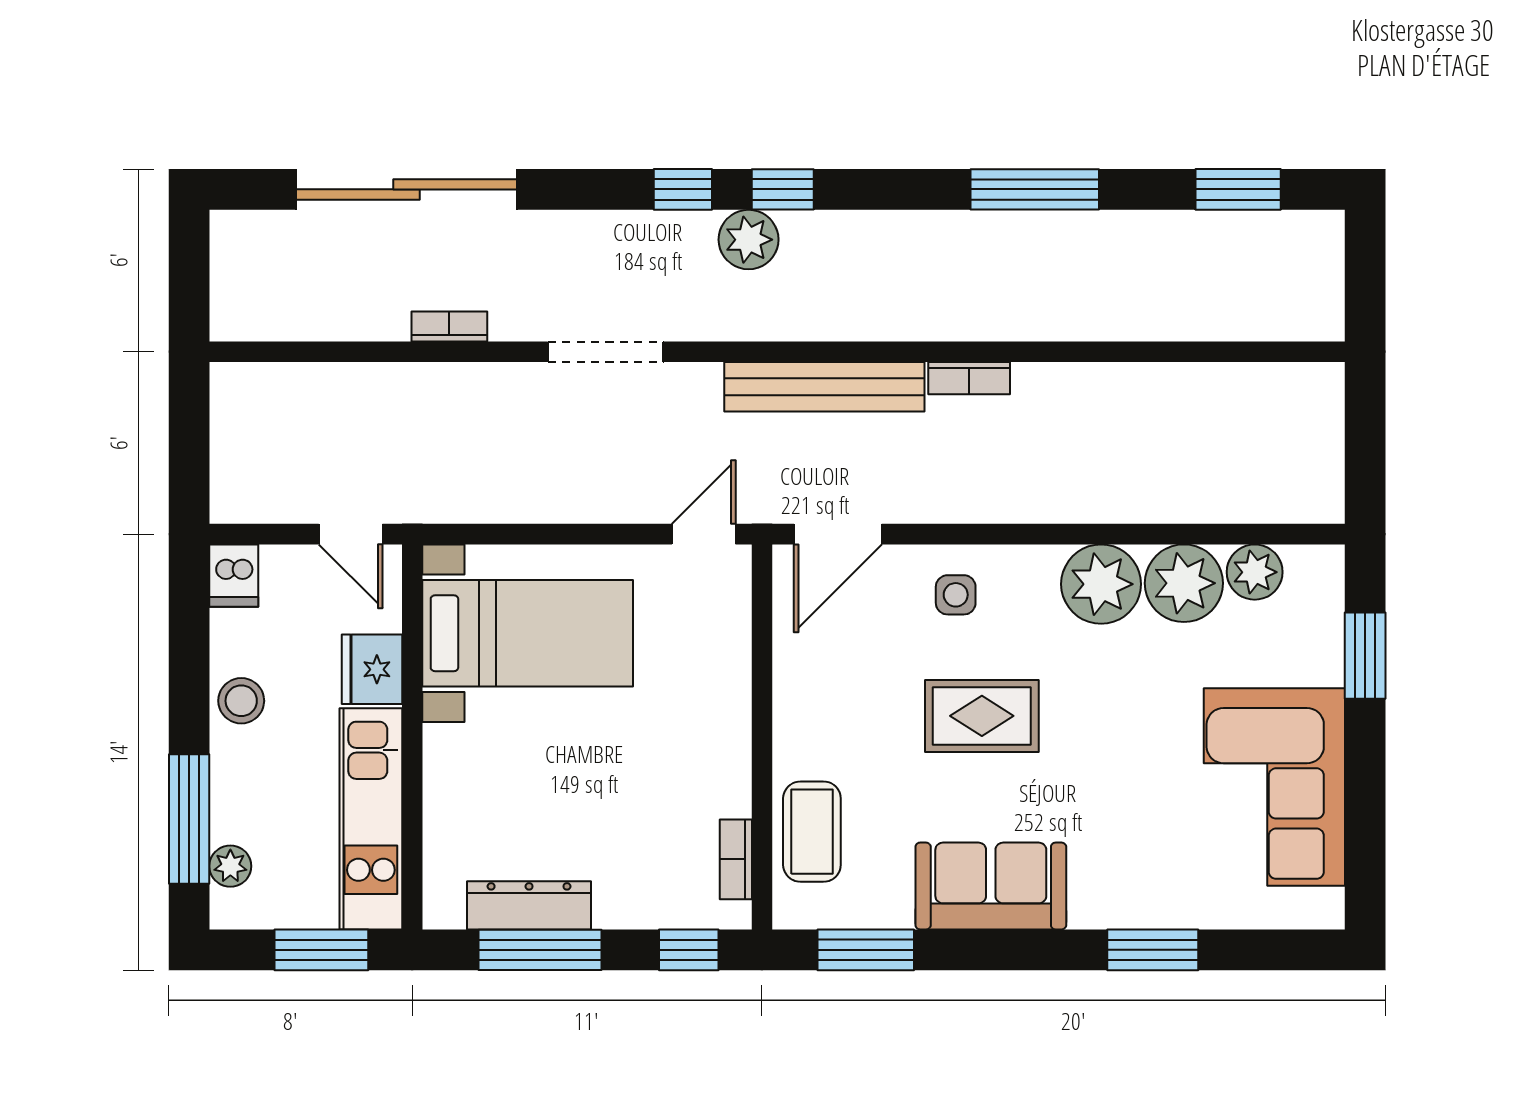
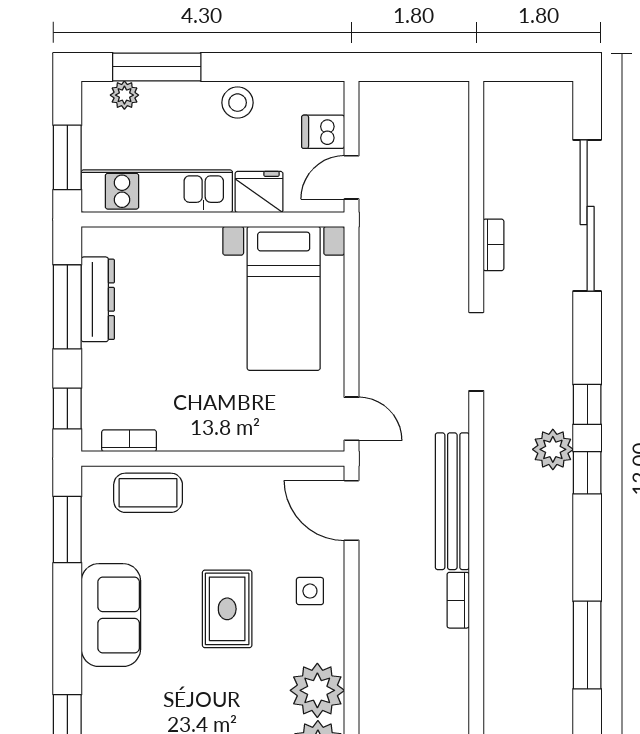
dishwasher: (234, 576) -> (323, 132), moved

